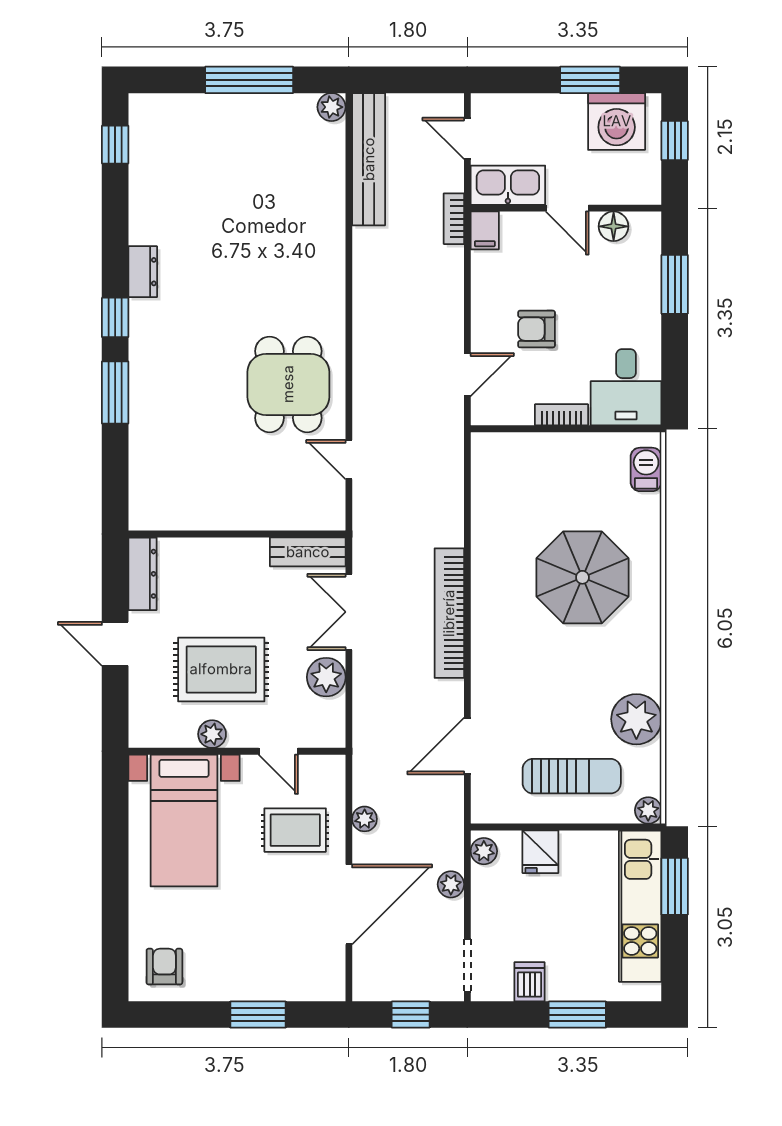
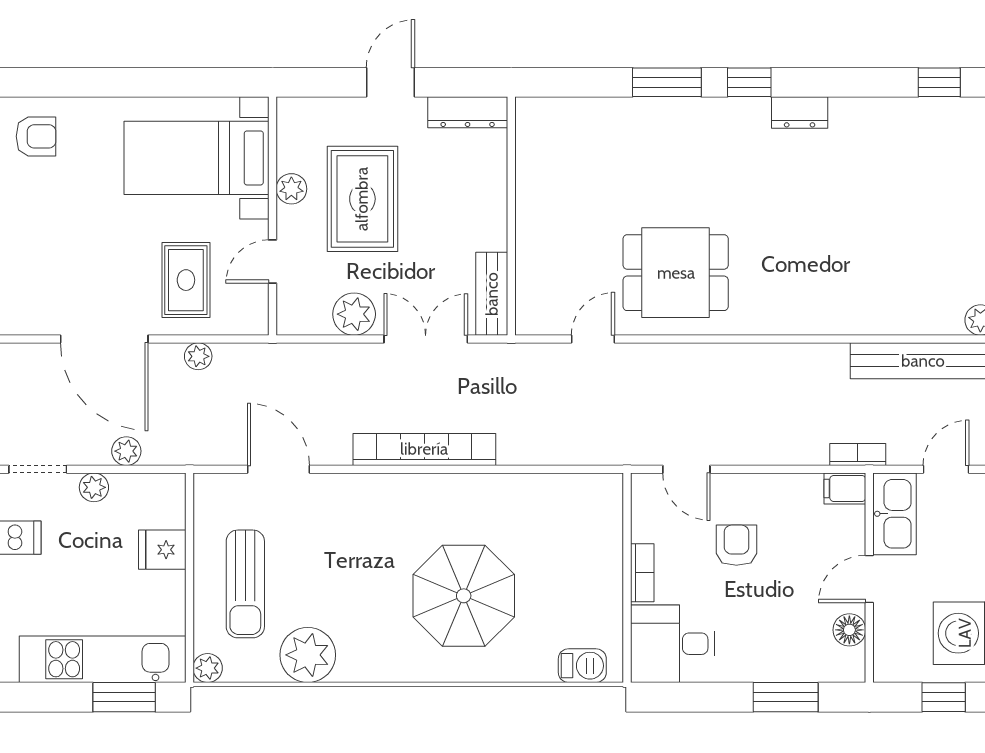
plant: (484, 851) -> (94, 487), moved

